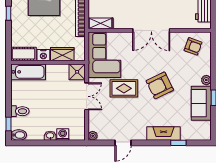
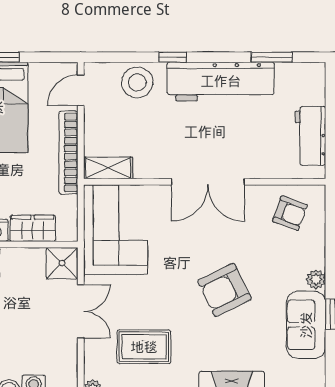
rug: (124, 88) -> (144, 347), moved

